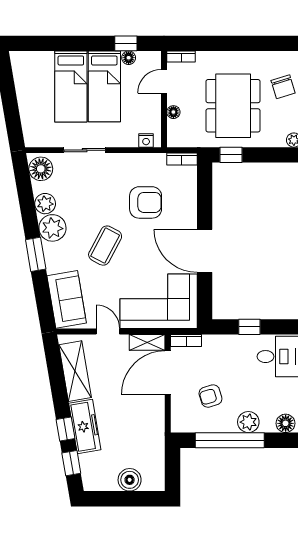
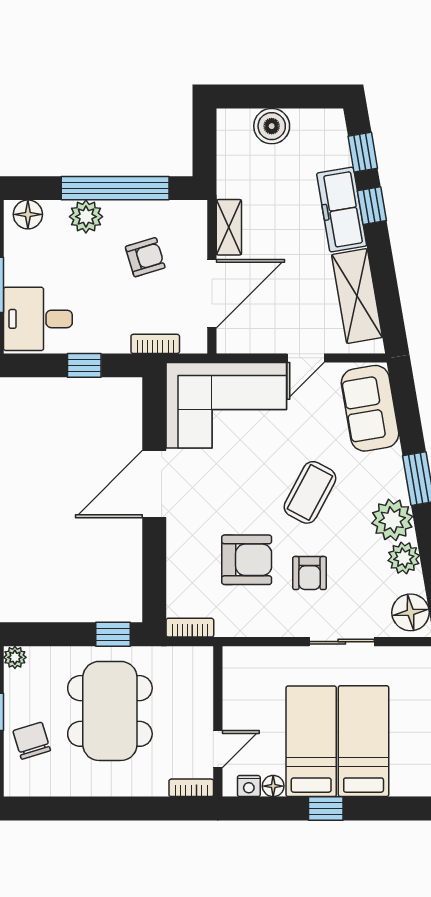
window: (126, 43) -> (326, 809), moved
floor lamp: (173, 112) -> (203, 701), removed
nightstand: (146, 140) -> (249, 786), moved, turned 180
armchair: (105, 194) -> (310, 573), added
armchair: (146, 202) -> (247, 560), turned 180
door: (205, 251) -> (154, 484), swing flipped
door: (108, 332) -> (306, 358), hinge flipped
bookcase: (186, 341) -> (155, 344), moved
shelving: (147, 342) -> (229, 227), moved, turned 90

